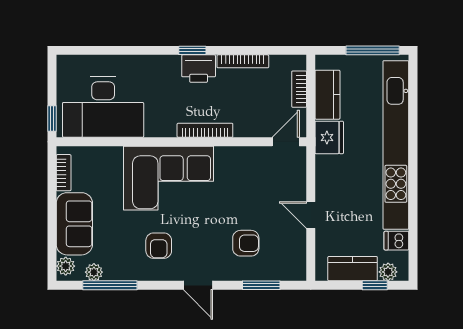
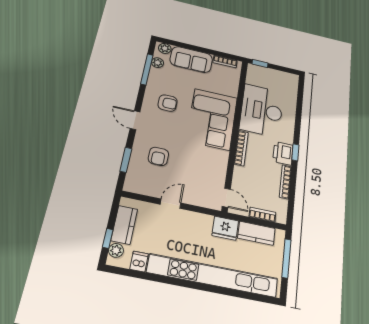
window: (373, 50) -> (286, 258), moved
desk: (103, 107) -> (262, 110), moved
armchair: (159, 246) -> (168, 103), turned 180
door: (198, 285) -> (135, 120), hinge flipped

